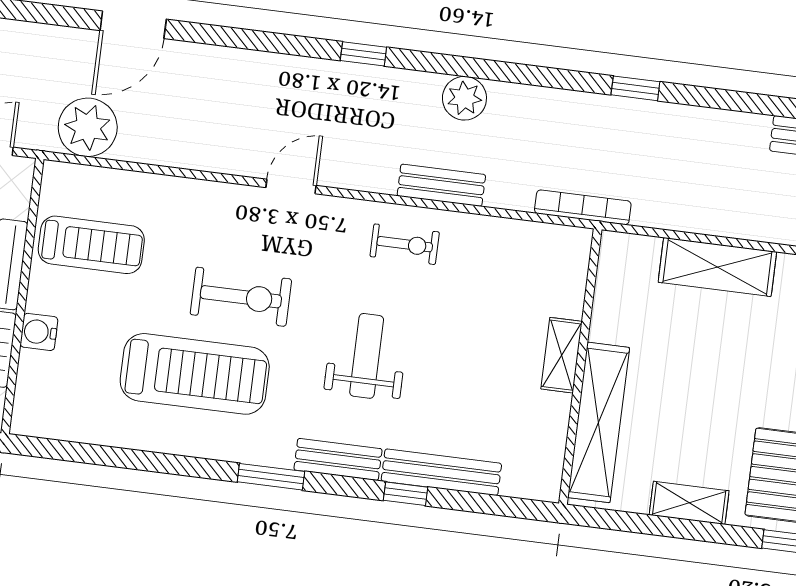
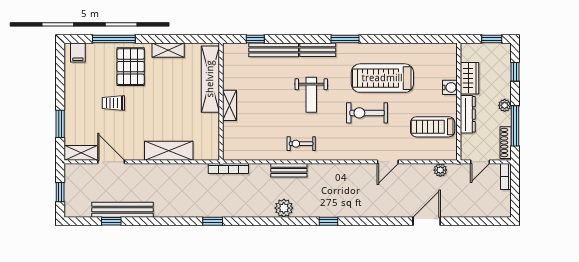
plant: (88, 127) -> (440, 170), width x0.53, depth x0.53
door: (291, 186) -> (388, 162), moved
window: (406, 494) -> (255, 39), moved

